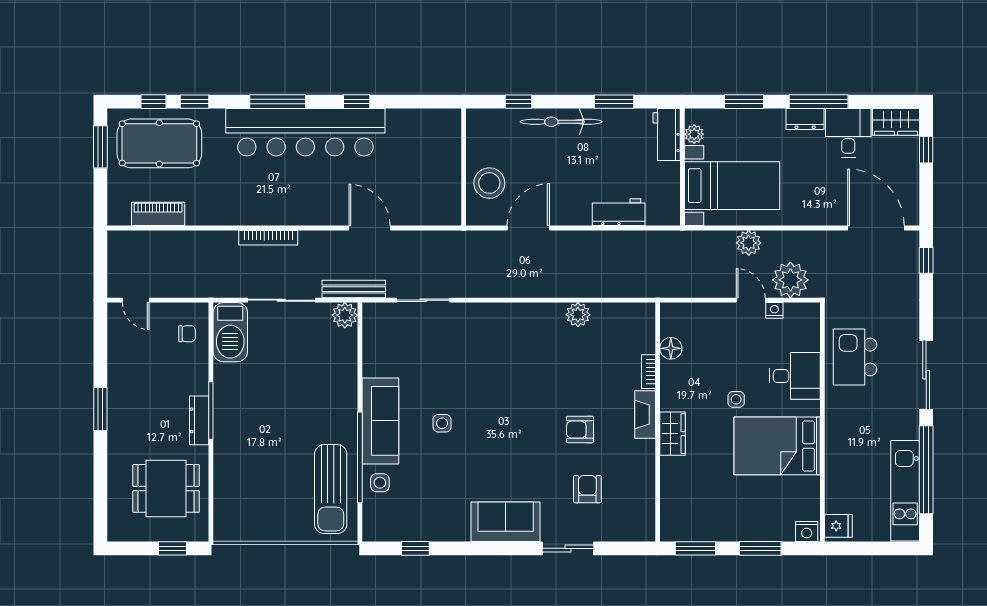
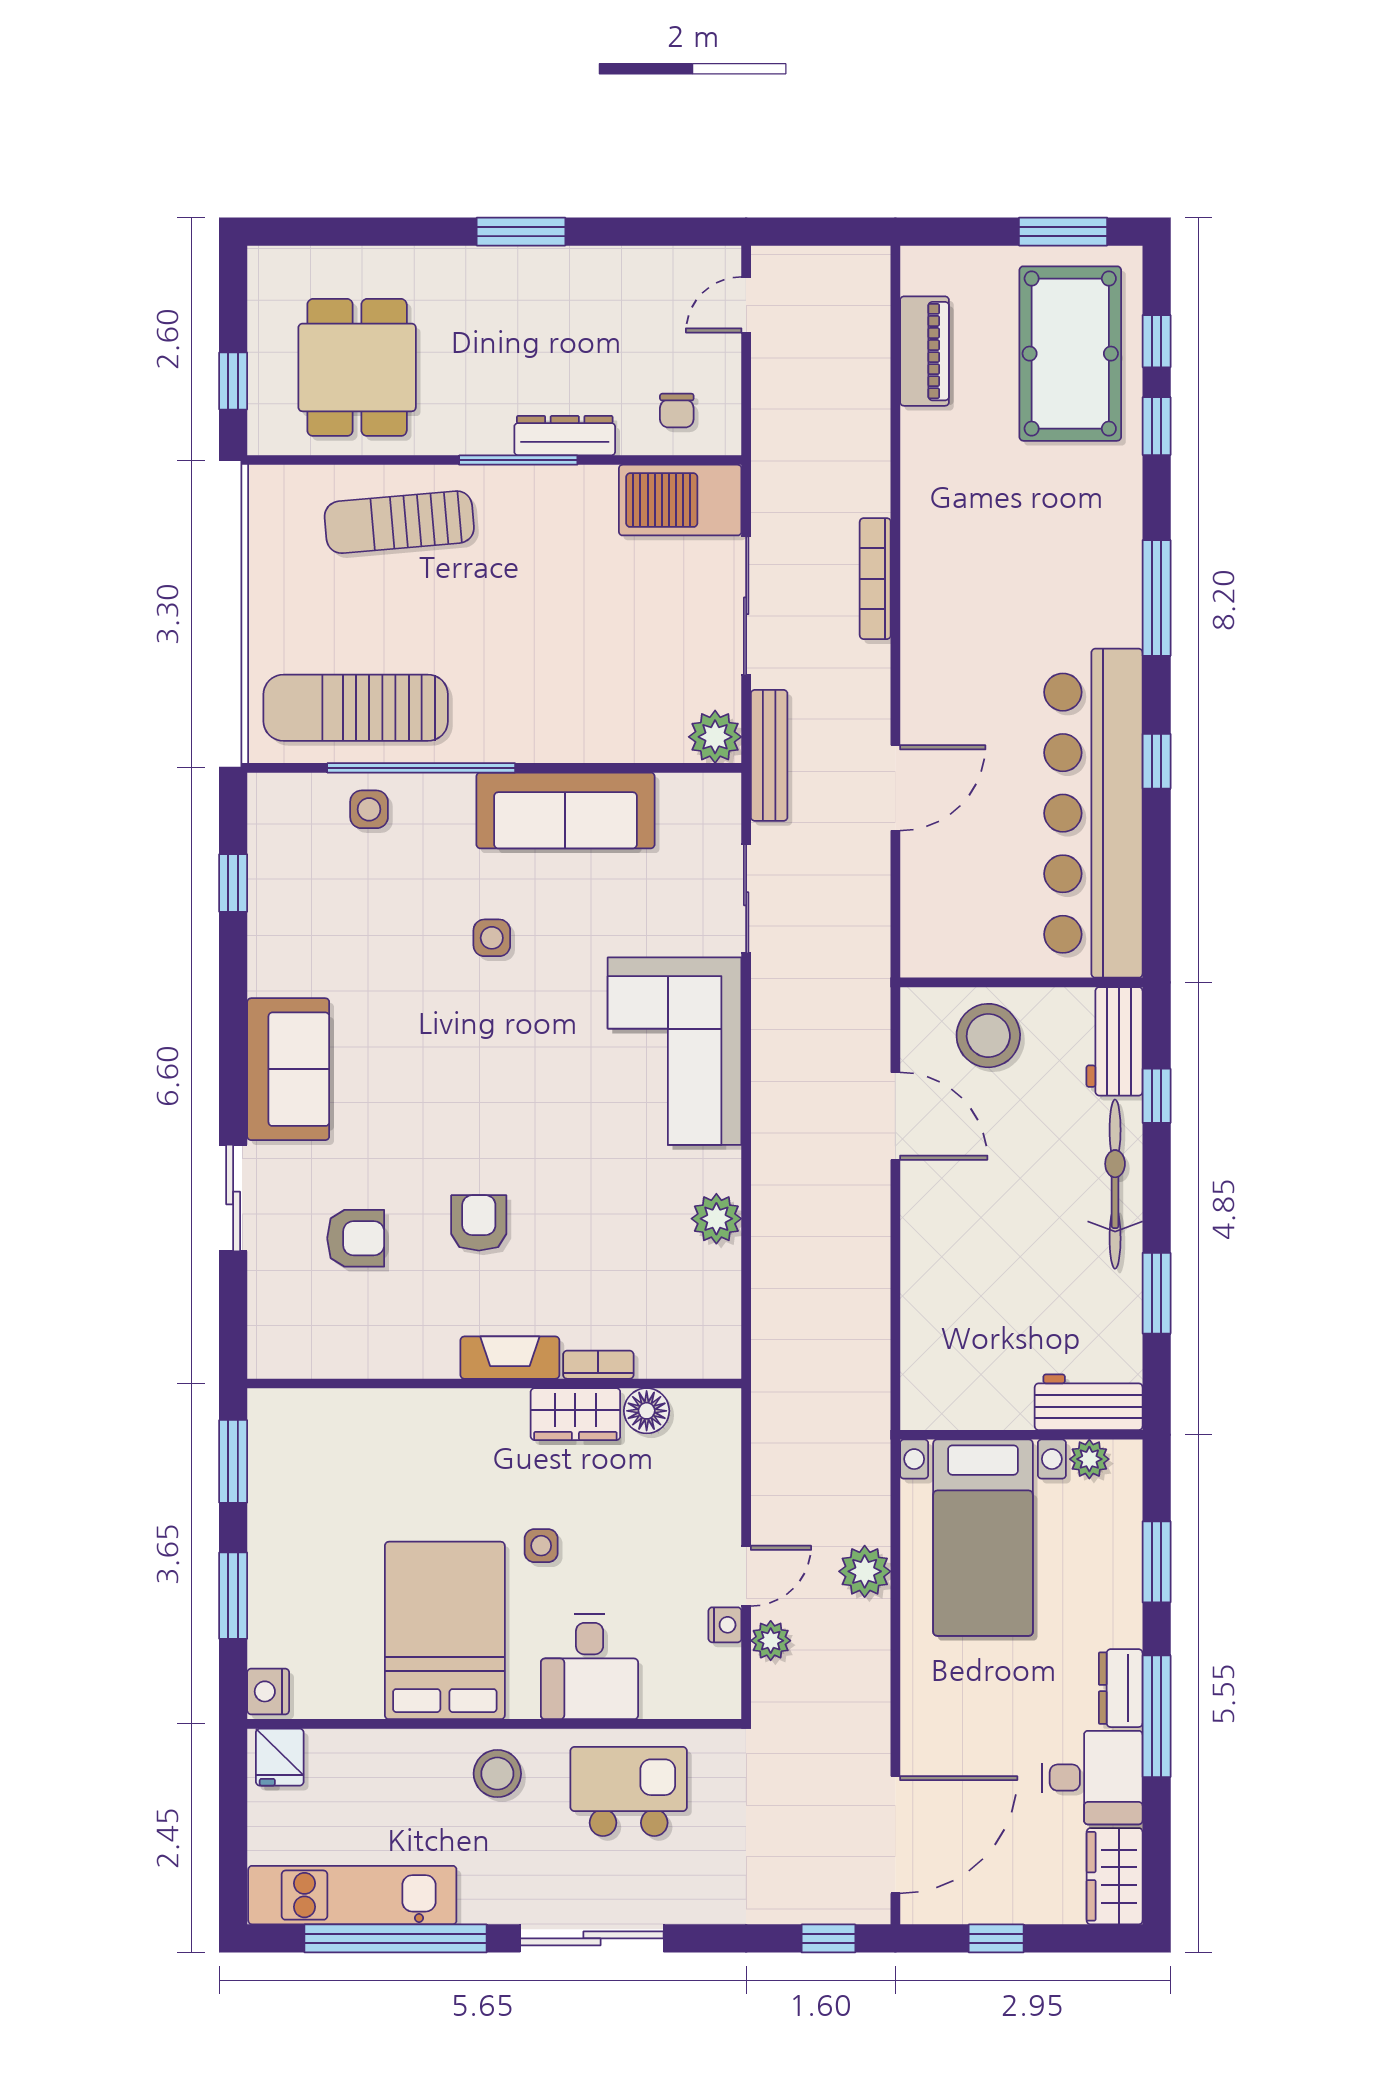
bar counter: (305, 132) -> (1093, 813), moved
window: (926, 150) -> (996, 1938), moved
workbench: (619, 212) -> (1114, 1041), moved, turned 180
plant: (790, 280) -> (771, 1641), width x0.53, depth x0.53
corner sofa: (497, 335) -> (675, 1051), added
dresser: (199, 420) -> (565, 436), moved
sofa: (380, 421) -> (565, 810), moved
stool: (846, 421) -> (497, 1774), added
wardrobe: (672, 434) -> (575, 1414), moved
sun lounger: (241, 468) -> (399, 522), added

